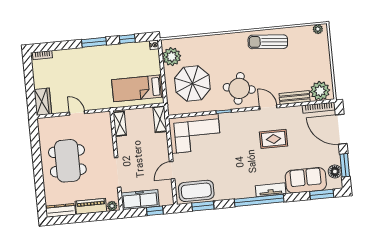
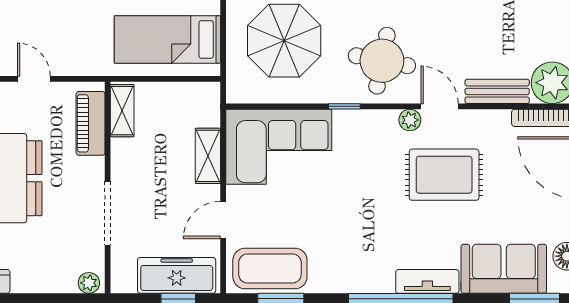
plant: (255, 115) -> (410, 120), added
shelving: (160, 119) -> (208, 156), moved
rug: (274, 139) -> (444, 175), width x1.36, depth x1.43
freezer: (140, 200) -> (177, 275), moved
piano: (91, 206) -> (91, 123), moved, turned -90

